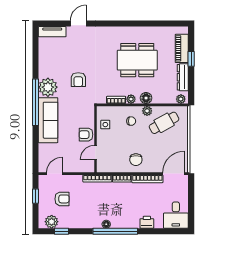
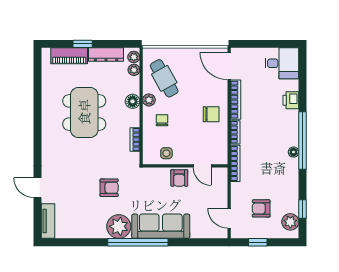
plant: (131, 99) -> (134, 70), moved
armchair: (62, 199) -> (261, 208), turned -90

